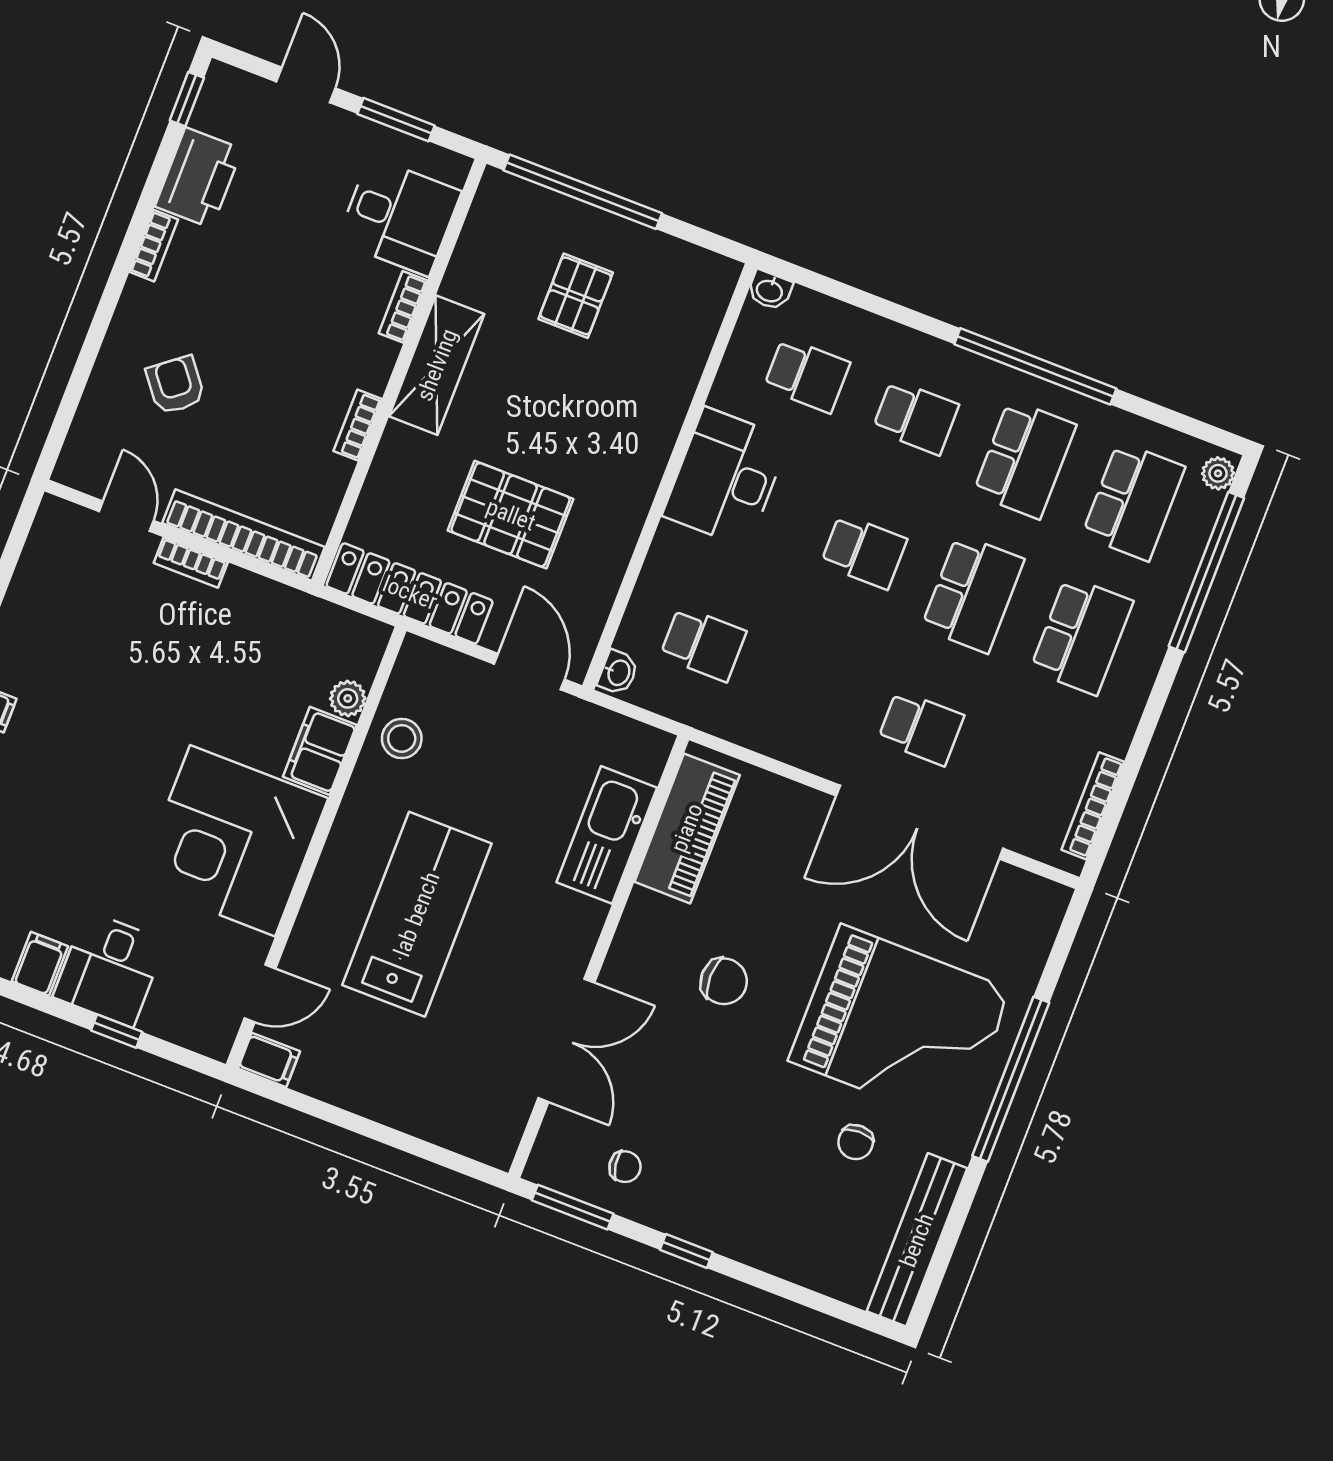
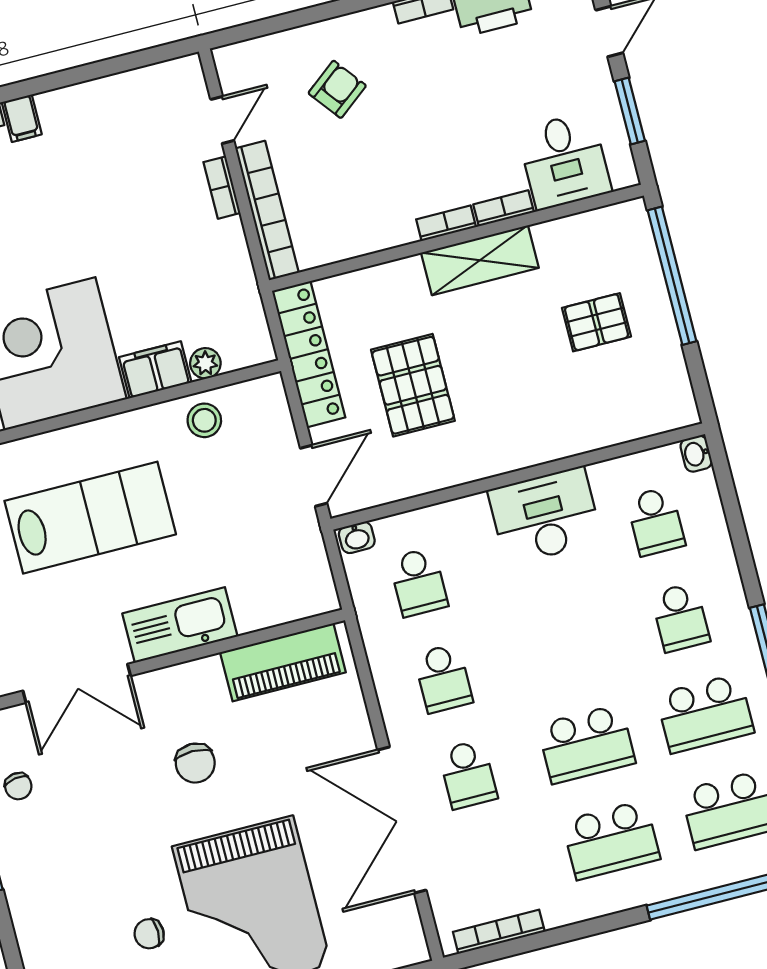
bookcase: (358, 425) -> (446, 223), moved
school desk: (864, 552) -> (443, 678), moved
kitchen sink: (607, 835) -> (180, 625), moved

